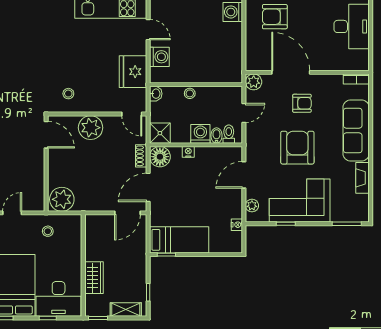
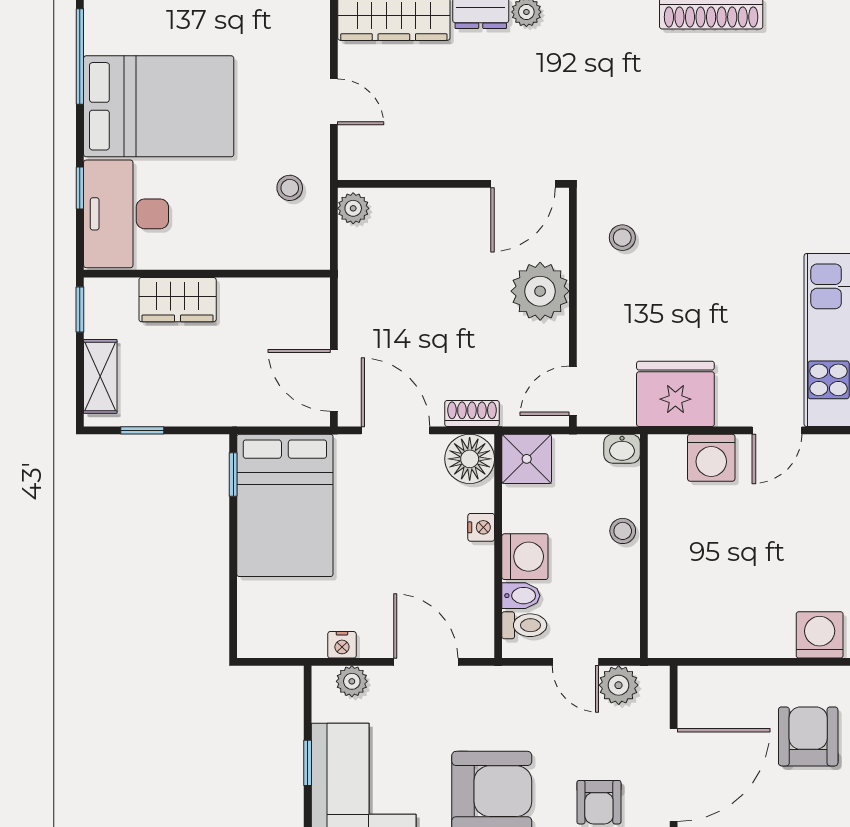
plant: (254, 82) -> (619, 685), moved
plant: (62, 199) -> (353, 208), width x0.53, depth x0.53
nightstand: (237, 225) -> (342, 645), moved
bed: (179, 240) -> (285, 505), width x1.50

